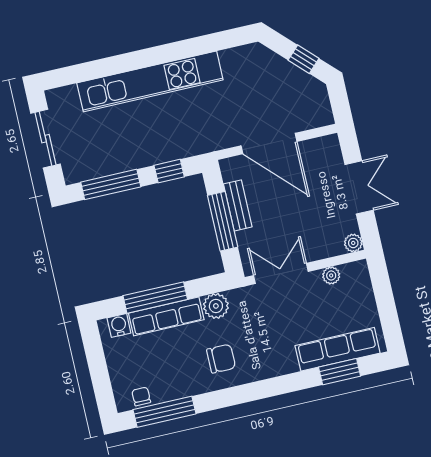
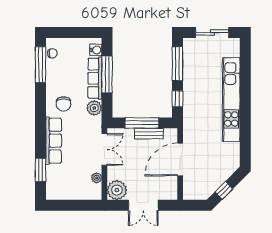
plant: (353, 243) -> (117, 190), width x1.88, depth x1.88
row of seats: (338, 349) -> (54, 141), moved

